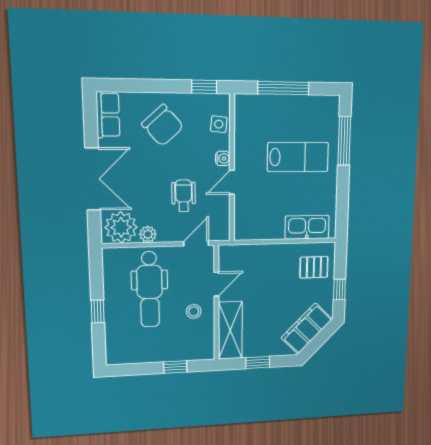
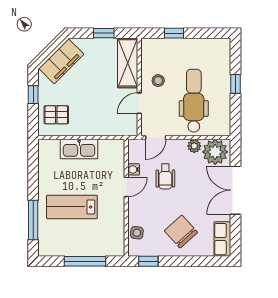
water cooler: (223, 158) -> (134, 169), moved
kitchen sink: (307, 227) -> (79, 149), moved

